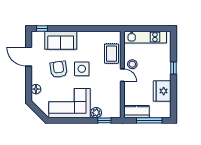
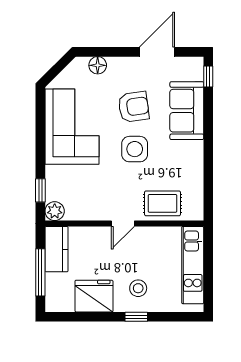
stool: (132, 64) -> (138, 288), moved
plant: (96, 113) -> (55, 211), moved

